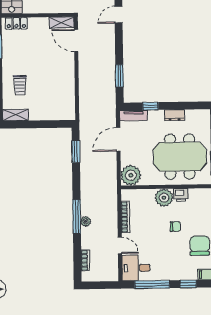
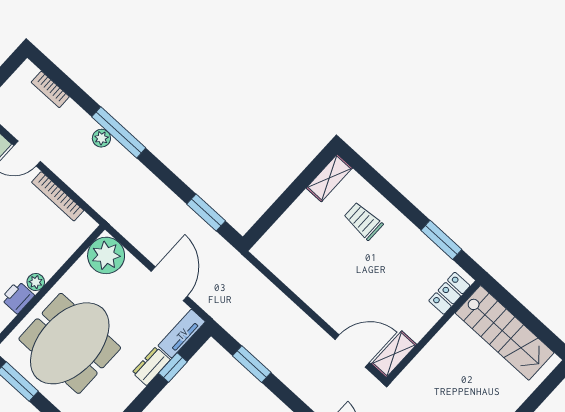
dresser: (174, 115) -> (151, 366), moved
plant: (164, 198) -> (36, 282), width x0.53, depth x0.53

